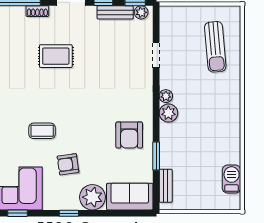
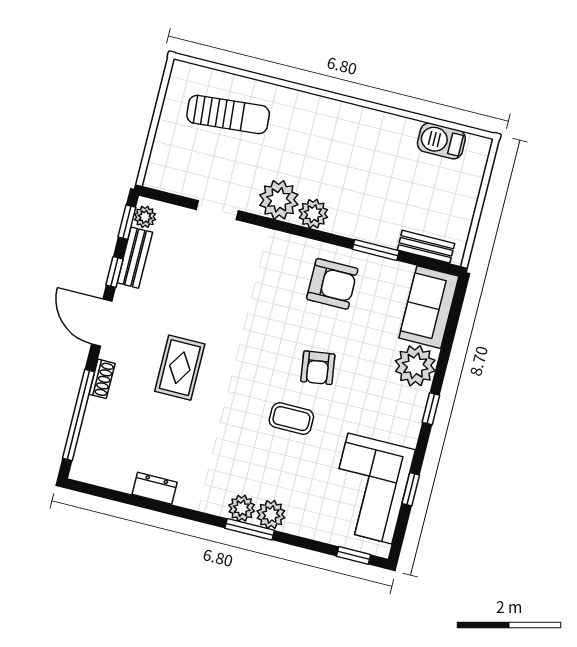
plant: (166, 96) -> (279, 200), width x1.88, depth x1.88
coffee table: (42, 131) -> (291, 419), turned 90
armchair: (68, 164) -> (318, 368), moved

